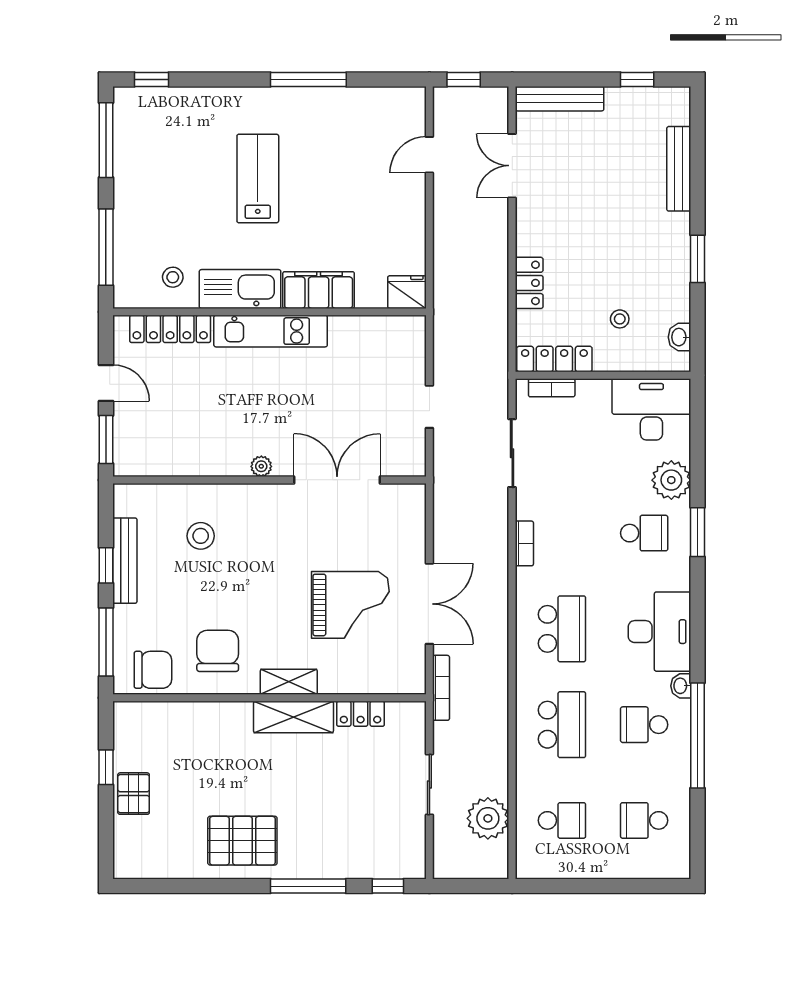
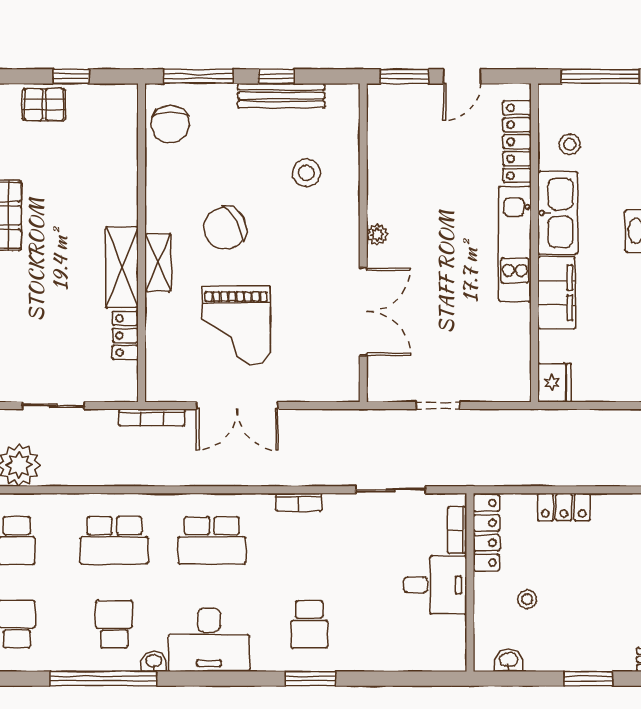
desk: (651, 409) -> (435, 585), moved, width x0.73
plant: (671, 480) -> (363, 652), removed
chair: (218, 651) -> (225, 228), moved, turned 150

